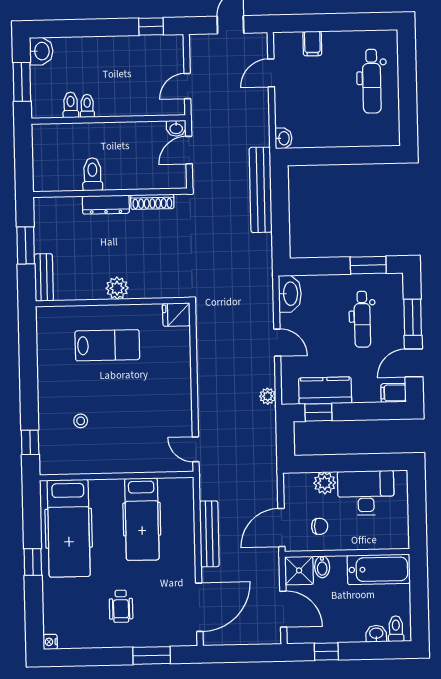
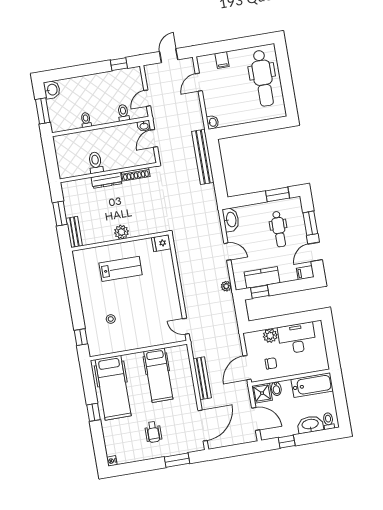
dental chair: (372, 81) -> (263, 78), width x1.36, depth x1.38
toilet: (71, 105) -> (123, 113), moved
washbasin: (376, 634) -> (310, 424), width x1.91, depth x1.45

